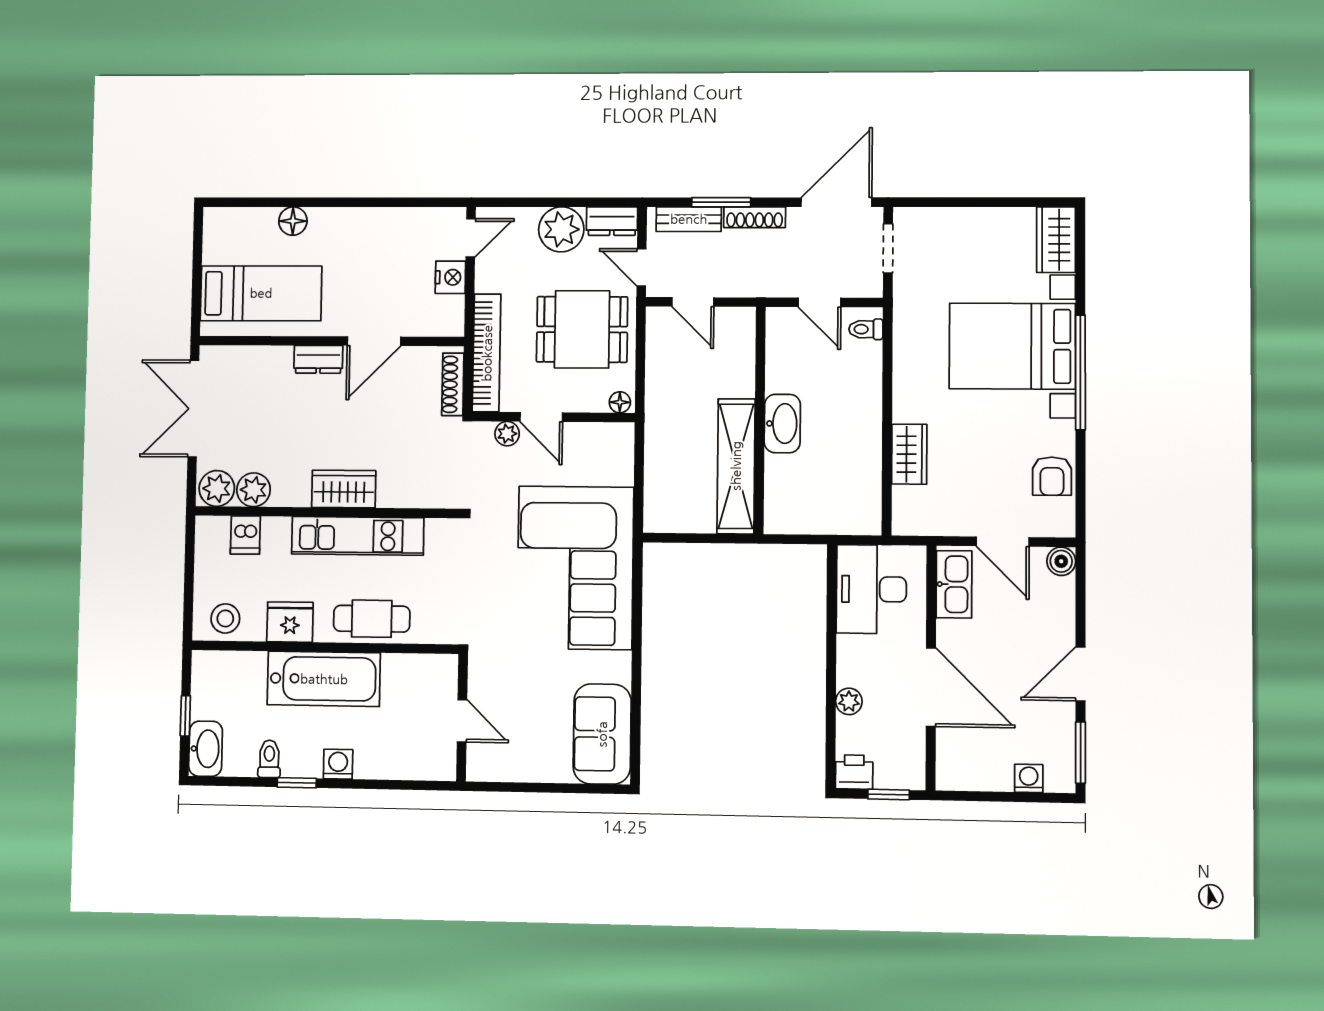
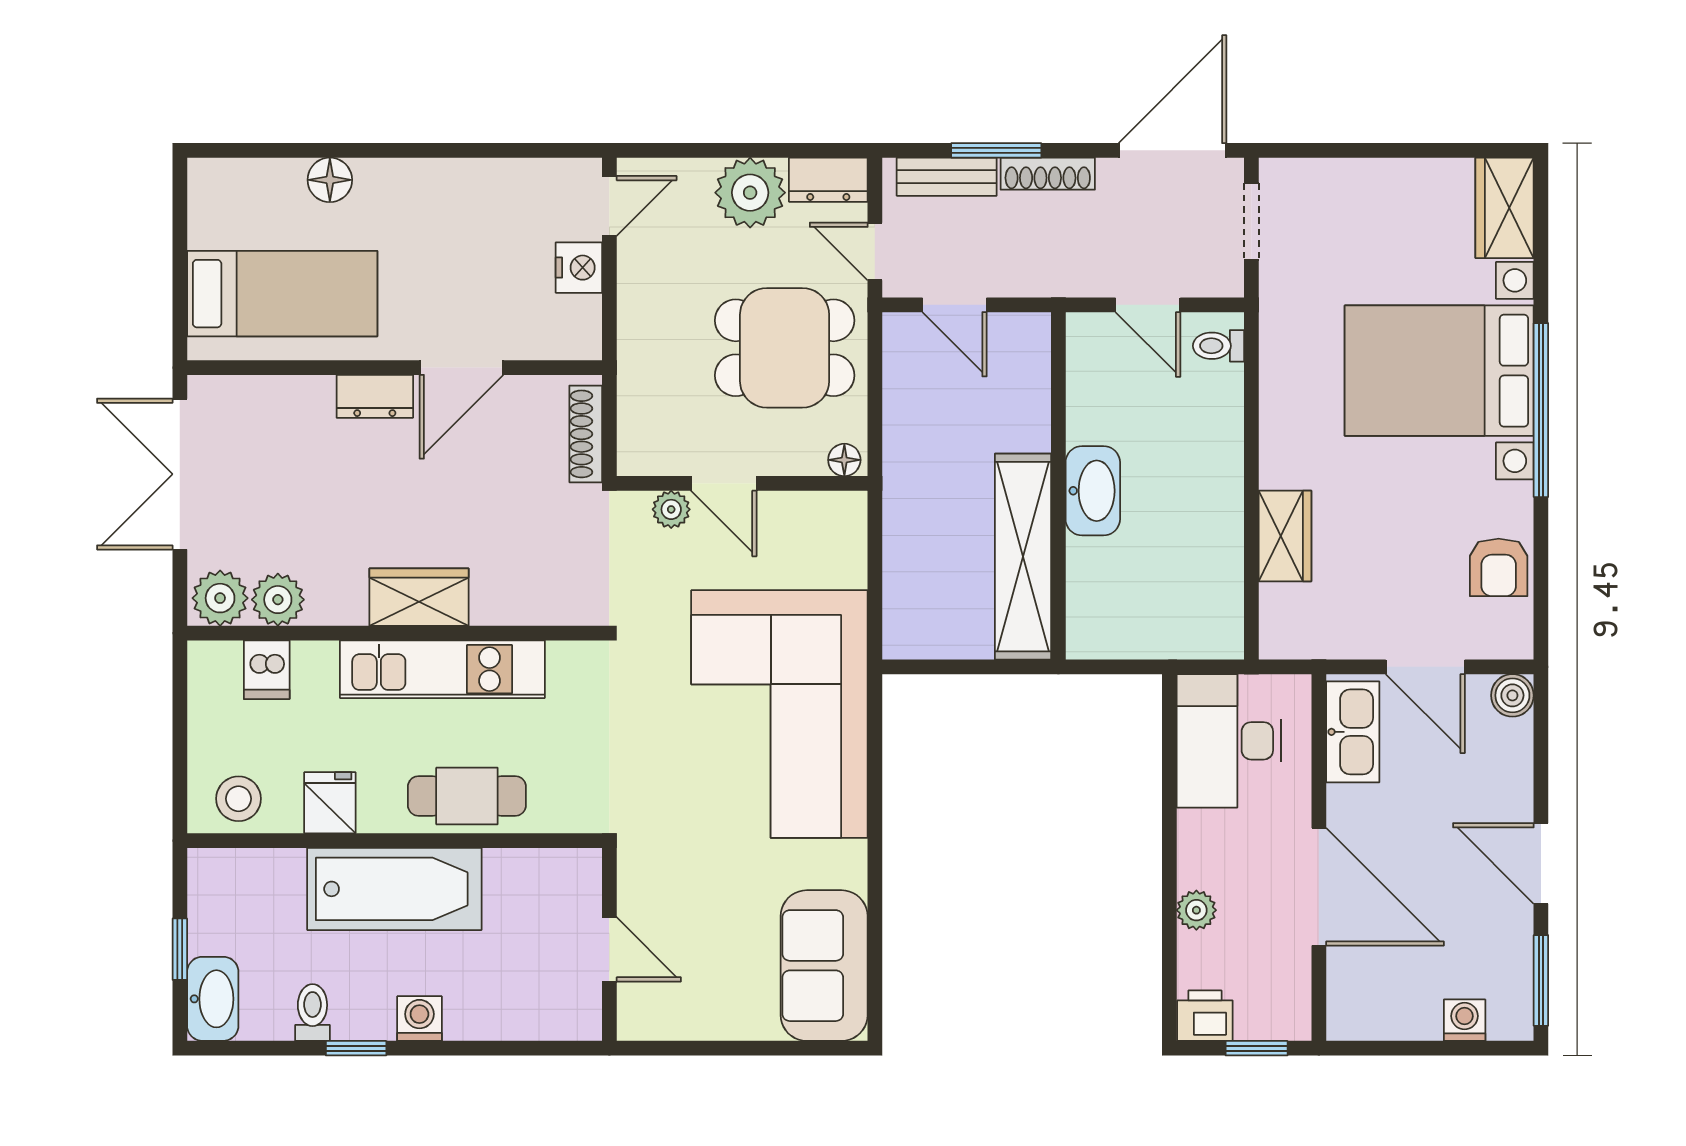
bookcase: (487, 353) -> (637, 385), removed
fridge: (290, 622) -> (330, 803), width x0.72
door: (1080, 674) -> (1541, 863), hinge flipped

